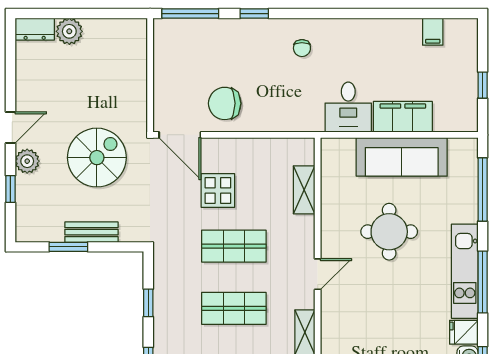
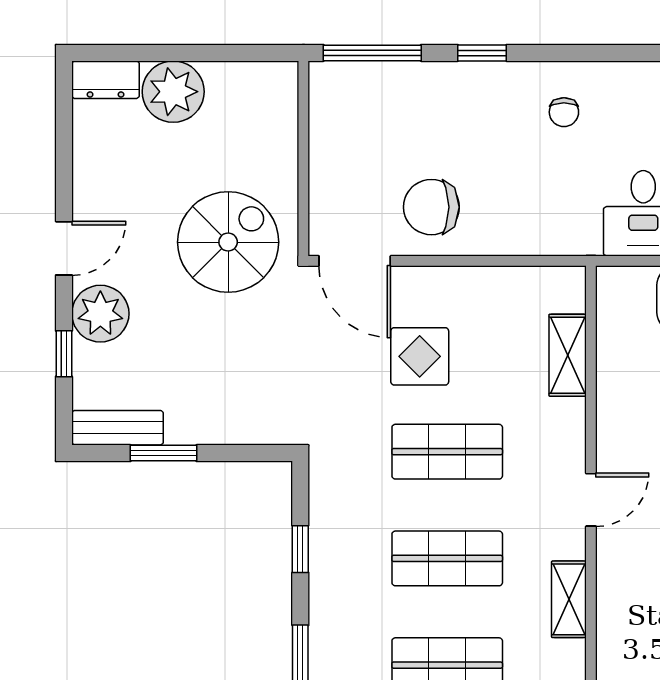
plant: (69, 31) -> (173, 92), width x1.36, depth x1.36
spiral stairs: (97, 158) -> (228, 242), moved
plant: (27, 161) -> (100, 314), width x1.36, depth x1.36
bench: (91, 232) -> (118, 428), moved

